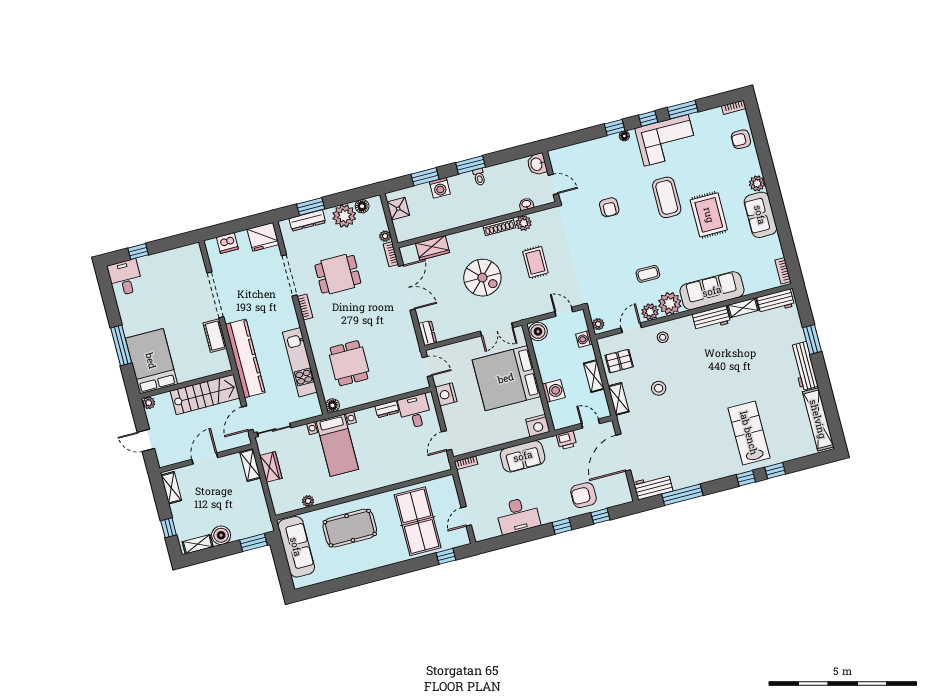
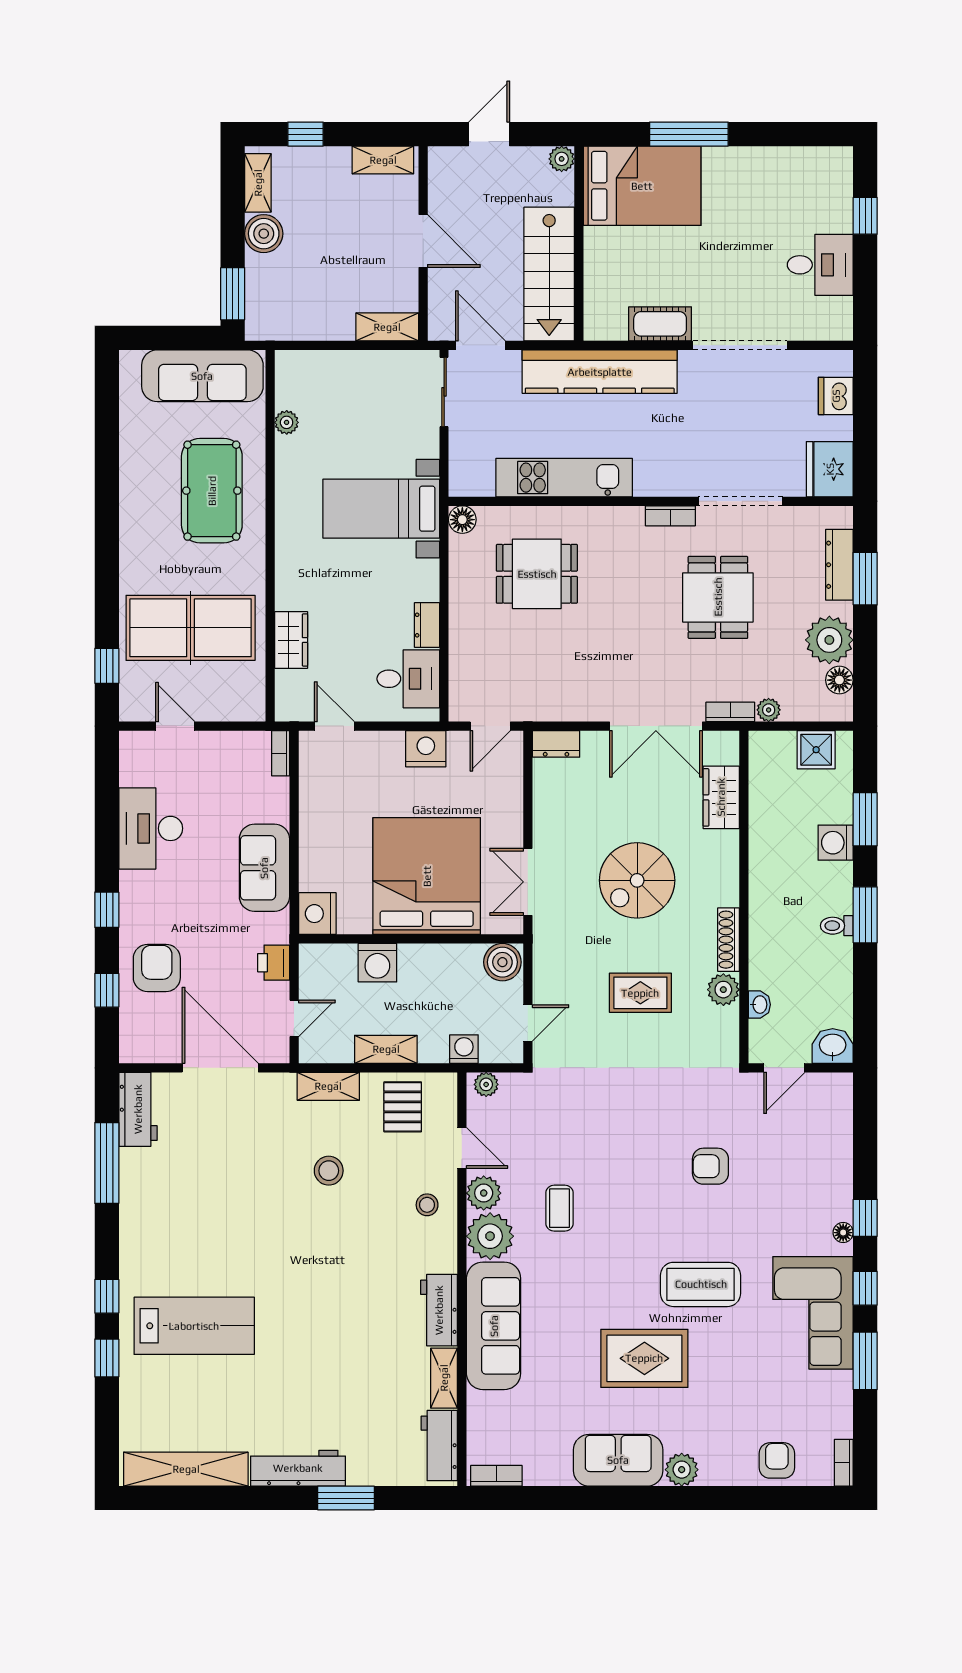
desk: (125, 278) -> (820, 265), moved
wardrobe: (271, 467) -> (291, 640), moved, turned -90

